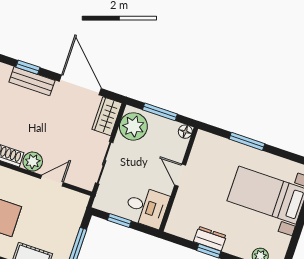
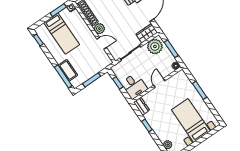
dresser: (210, 239) -> (142, 106), moved

